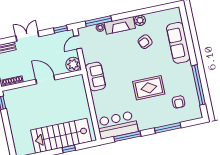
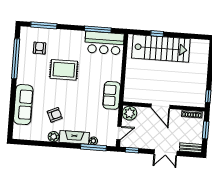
window: (168, 128) -> (44, 25), moved

